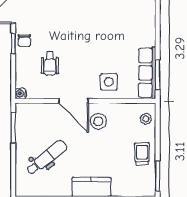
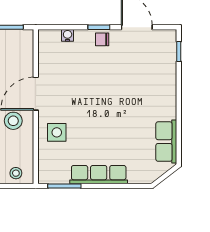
wheelchair: (50, 64) -> (77, 68), removed
row of seats: (147, 73) -> (99, 175), moved
water cooler: (21, 94) -> (68, 35), moved

